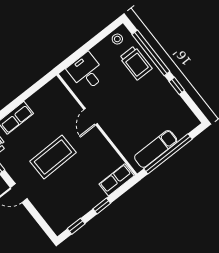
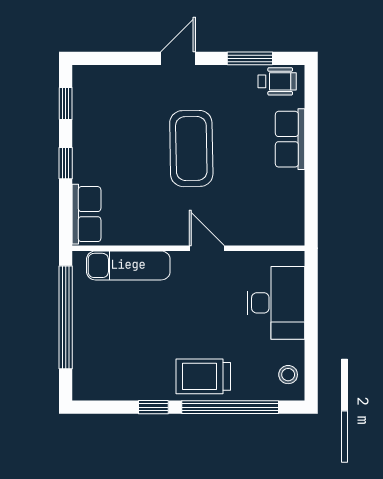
trolley: (136, 63) -> (203, 376), moved
desk: (86, 72) -> (276, 303), width x1.37
exam couch: (156, 149) -> (128, 265), moved, turned 90

